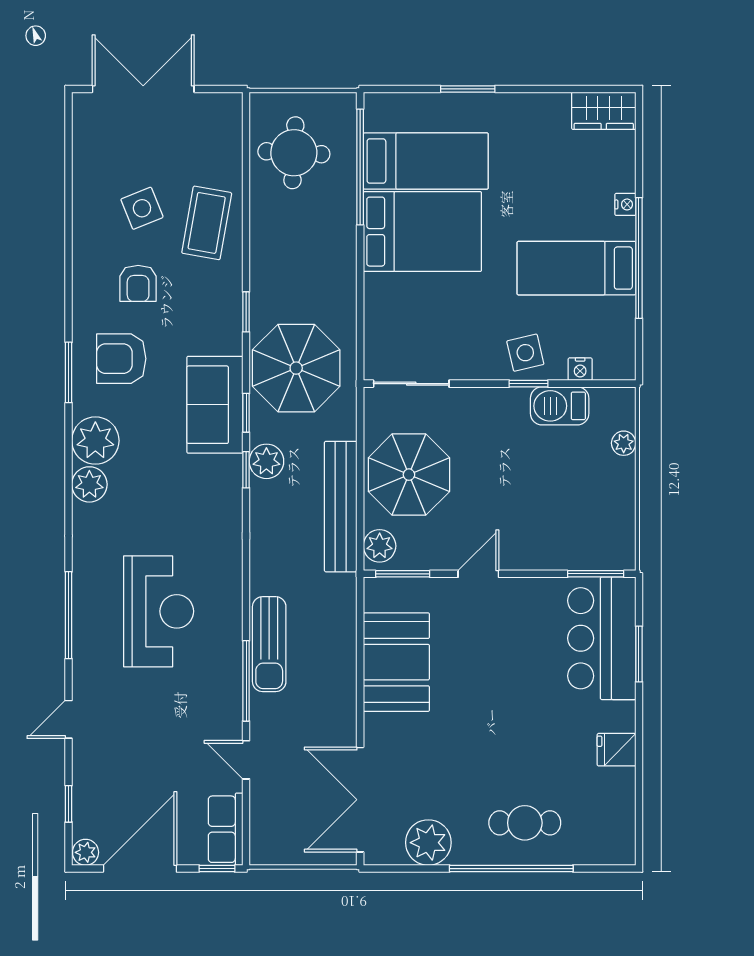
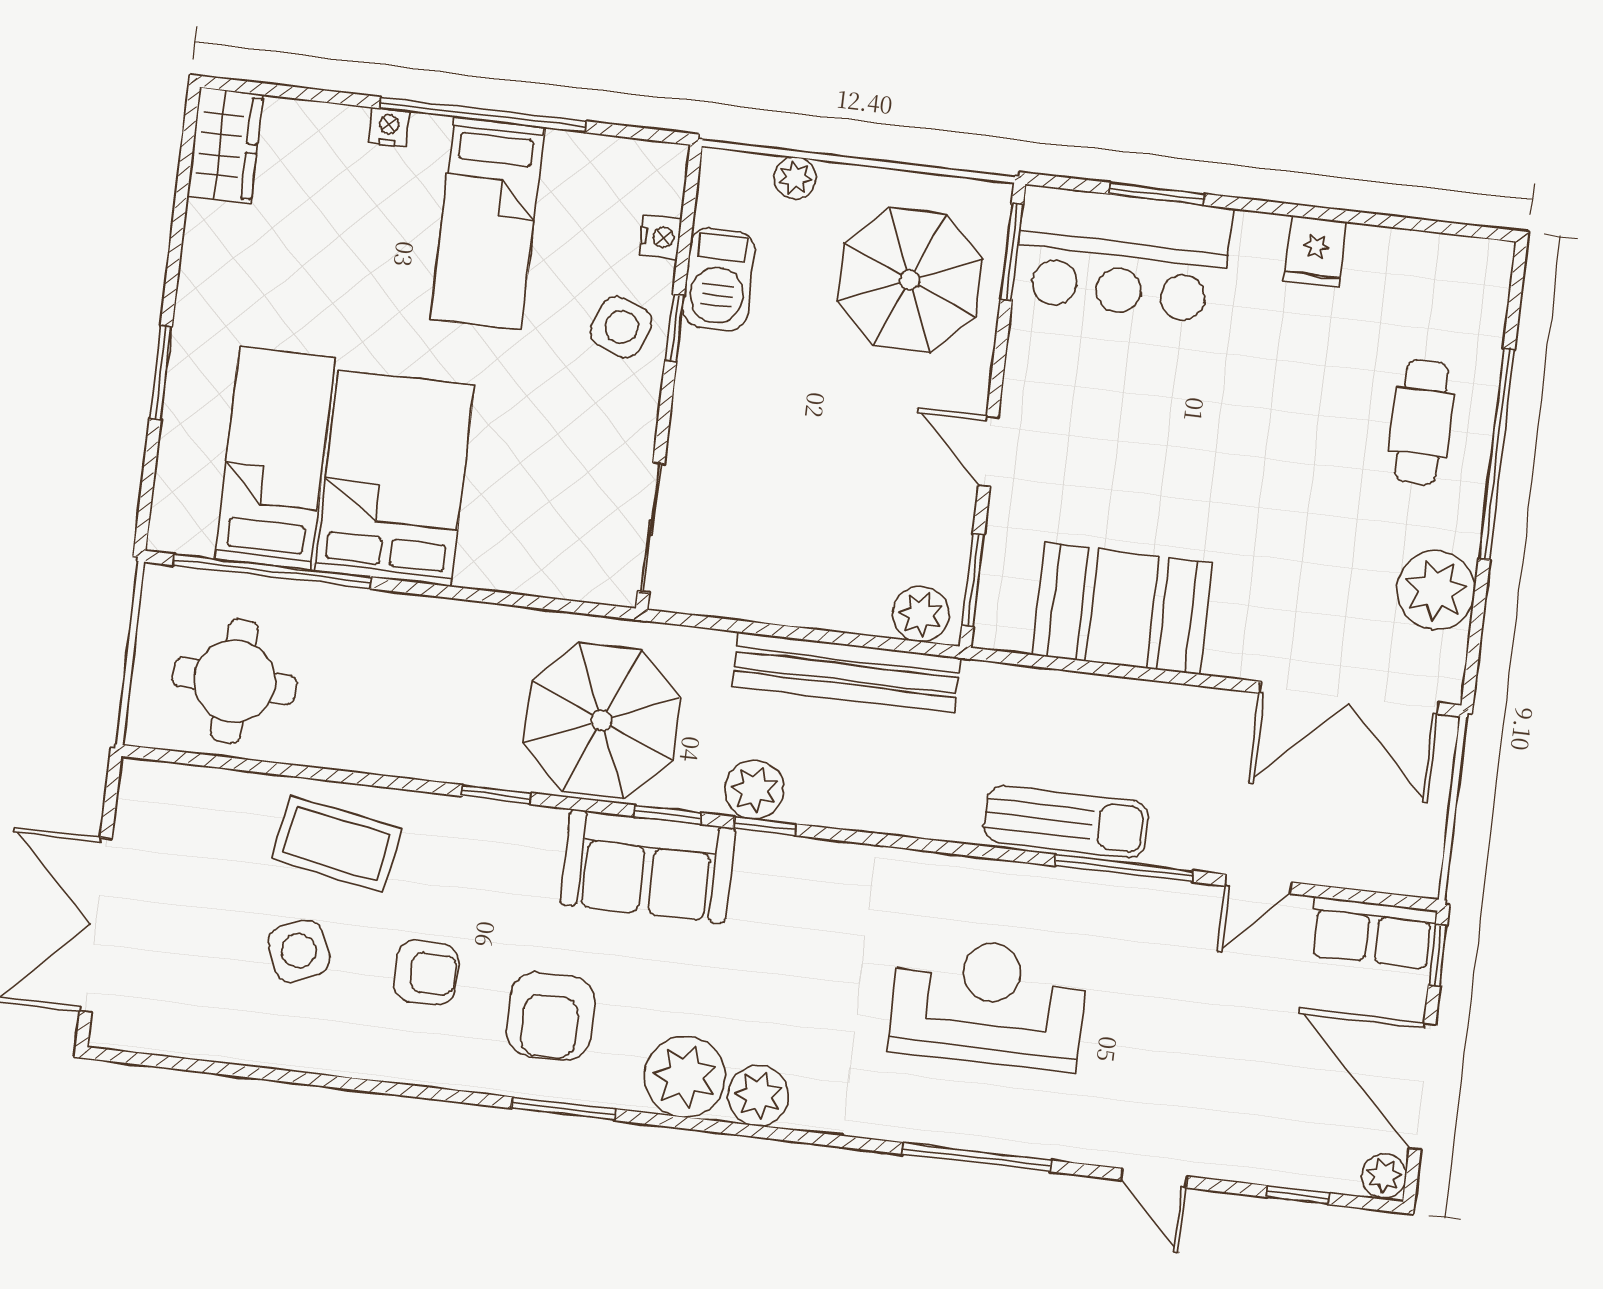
side table: (525, 353) -> (621, 327), turned 34
parasol: (409, 475) -> (910, 280), moved

